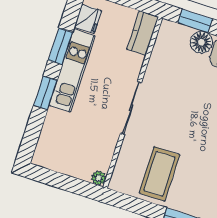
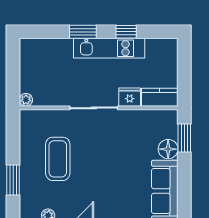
fridge: (88, 19) -> (130, 97), moved, turned 180
window: (60, 46) -> (126, 32), width x0.67
coffee table: (159, 174) -> (58, 159), moved, turned 90

